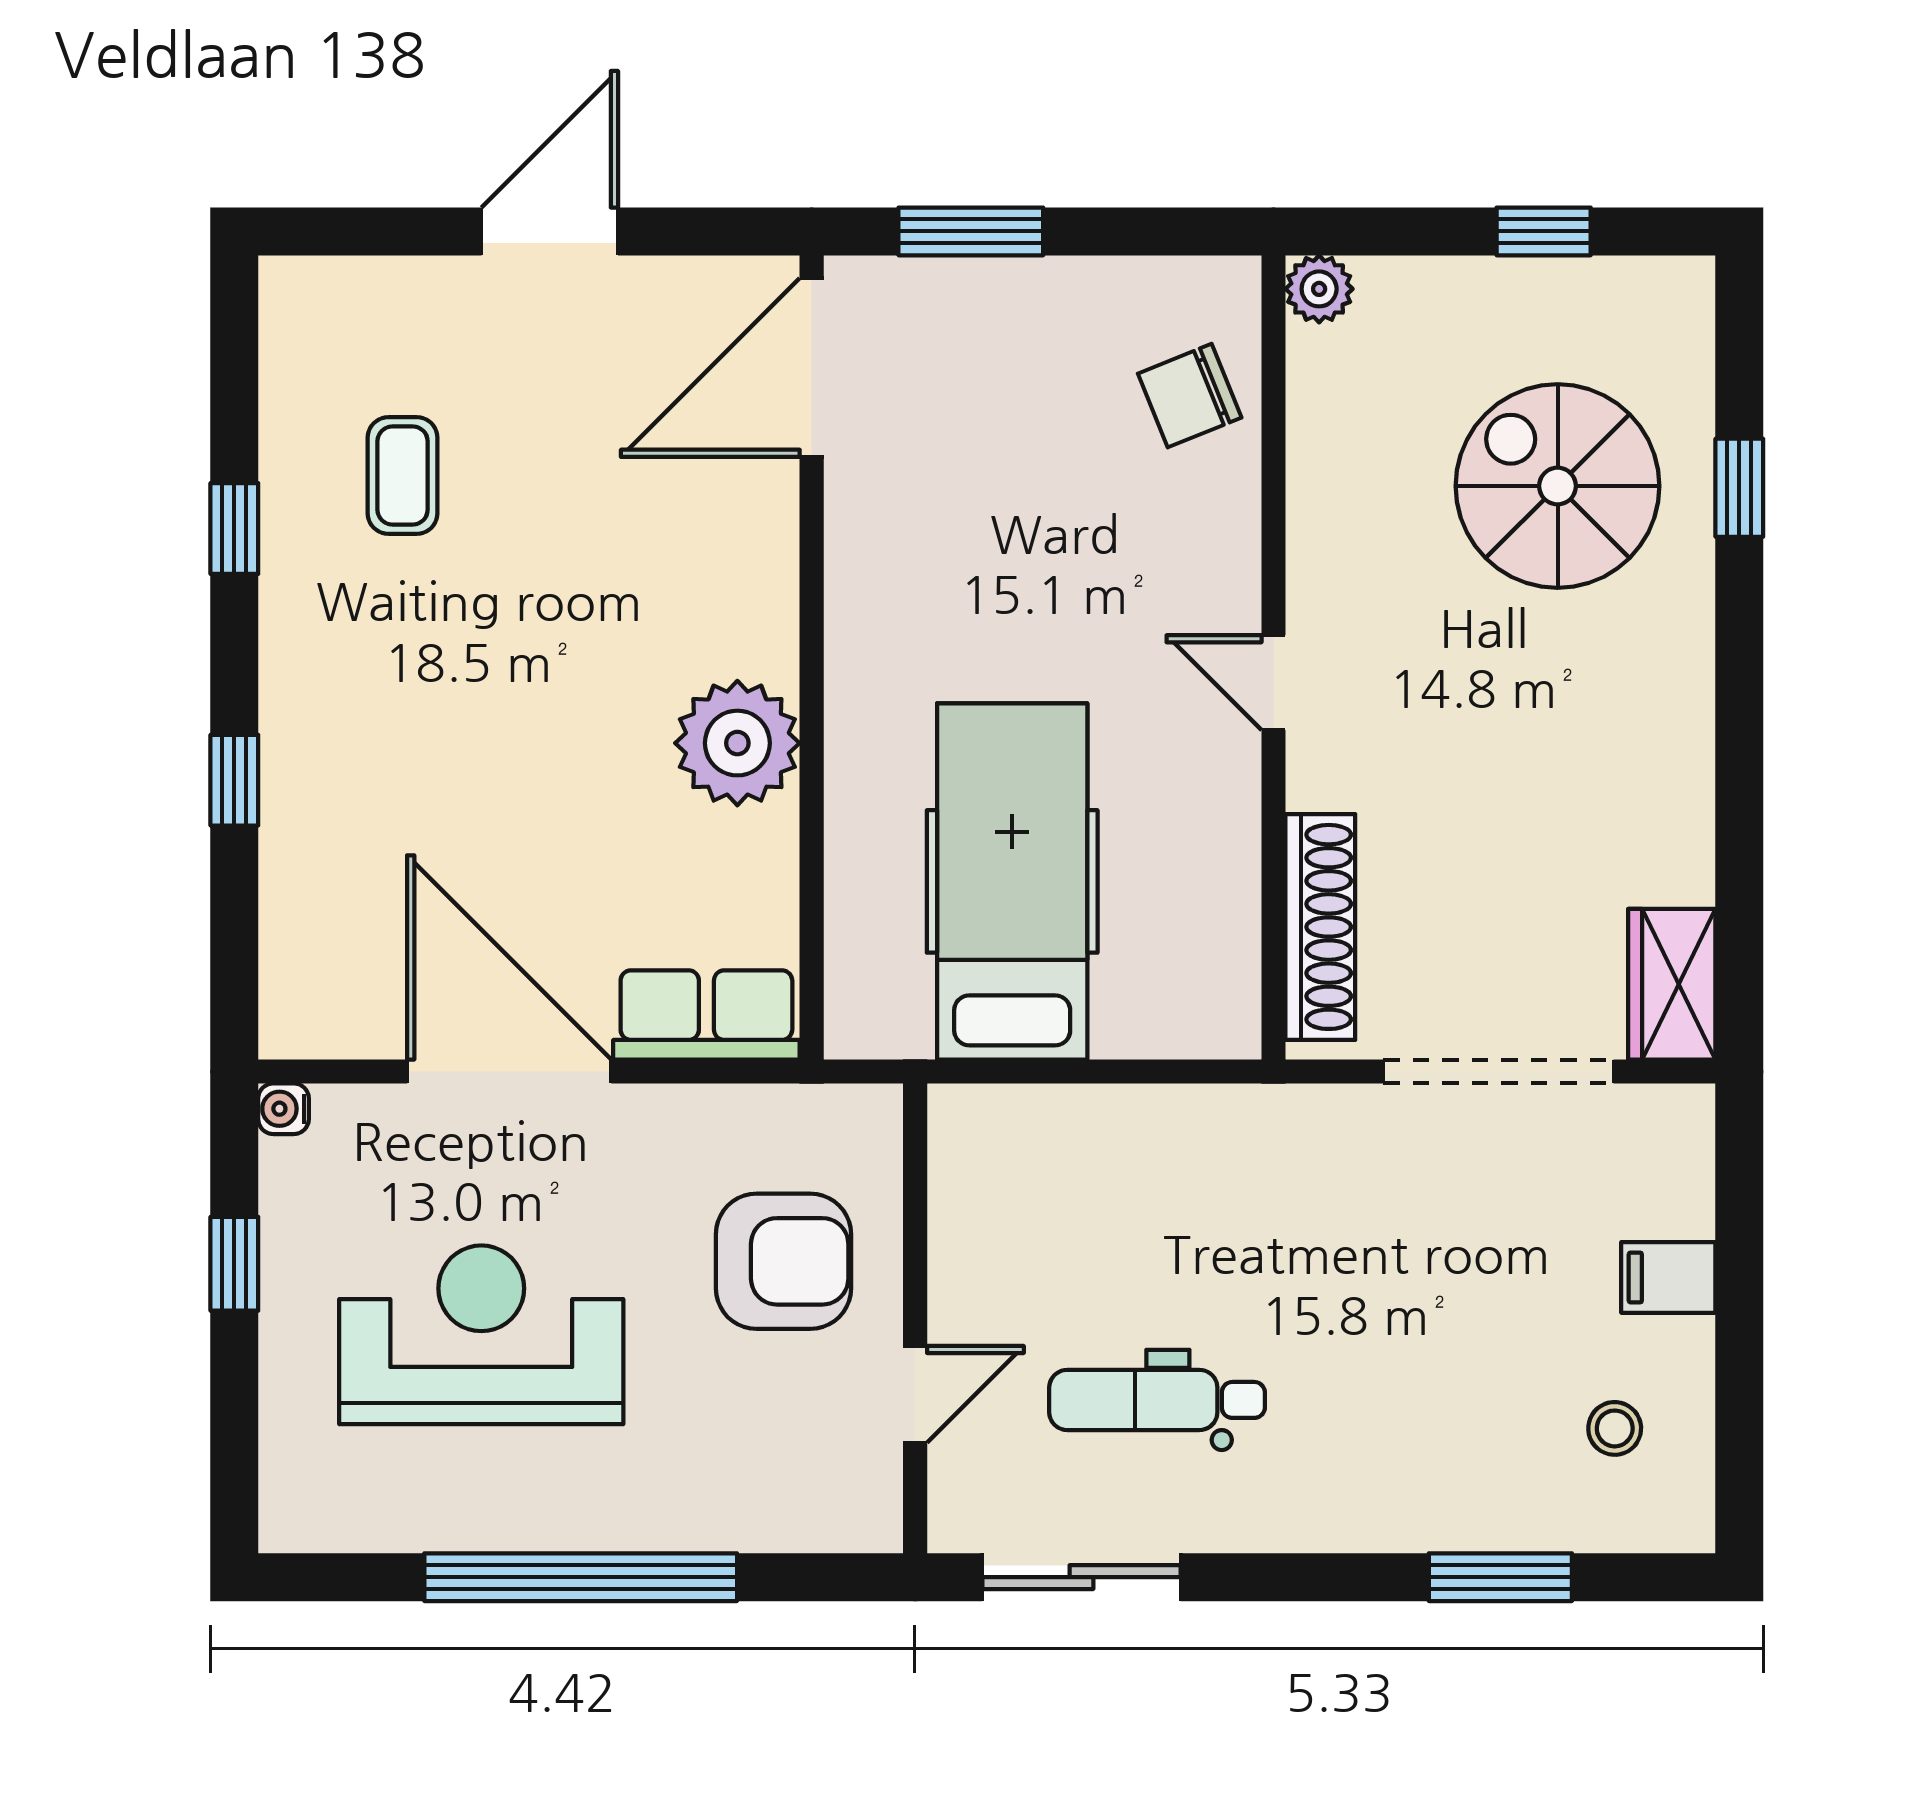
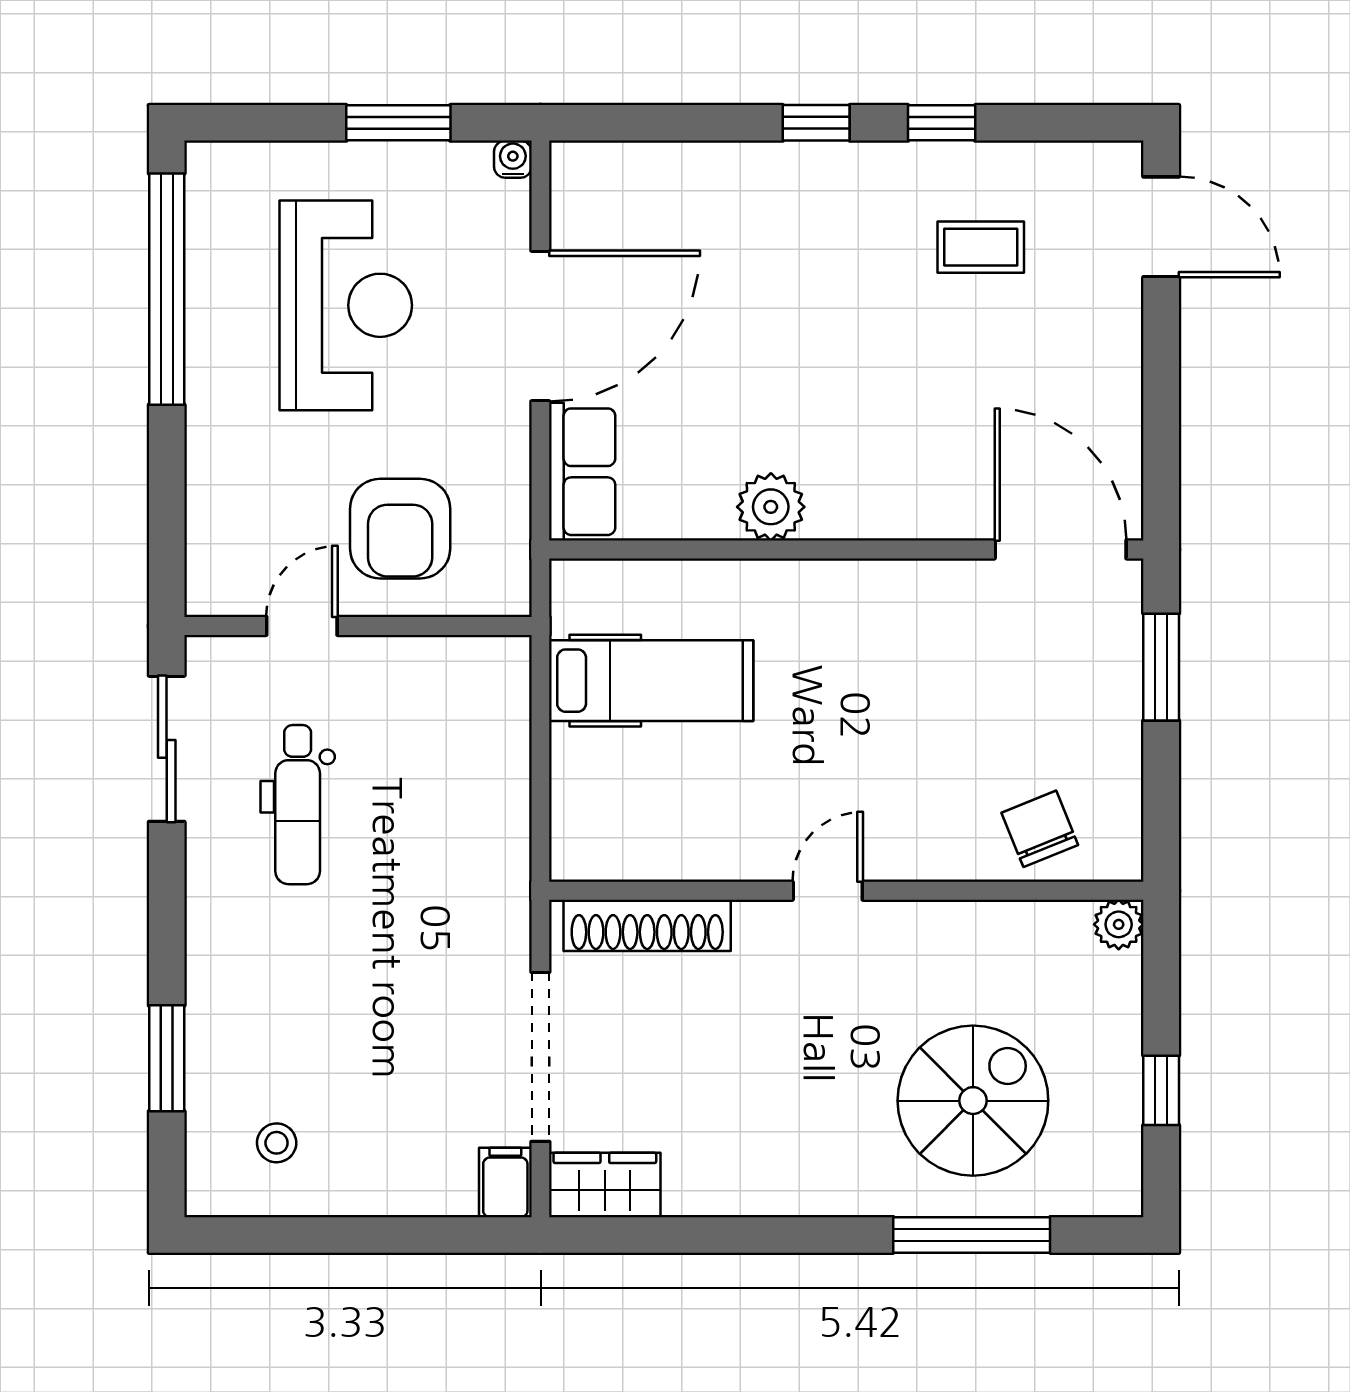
door: (550, 231) -> (1161, 227), moved
window: (1739, 488) -> (972, 1235), width x2.17
plant: (737, 743) -> (771, 507), width x0.73, depth x0.73
window: (234, 780) -> (816, 123), moved
hospital bed: (1012, 881) -> (651, 681), width x0.73, depth x0.78
window: (234, 1264) -> (398, 123), width x1.50
filing cabinet: (1668, 1277) -> (505, 1182), moved
door: (915, 1394) -> (302, 626), swing flipped
dental chair: (1157, 1400) -> (298, 805), turned 180
window: (581, 1577) -> (167, 289), moved

